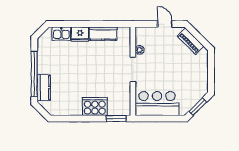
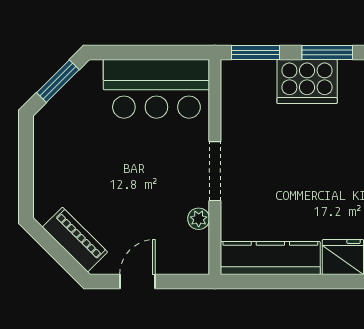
door: (165, 24) -> (137, 282), swing flipped
kitchen counter: (103, 34) -> (270, 258), width x1.50
window: (86, 119) -> (327, 52), added

